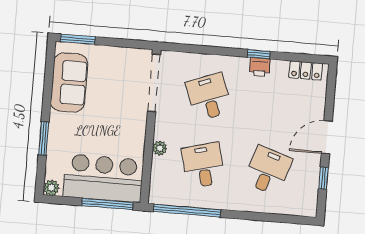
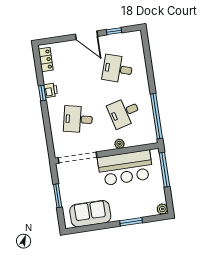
window: (78, 39) -> (58, 196), moved
desk: (209, 97) -> (78, 119), turned 33
bar counter: (103, 178) -> (125, 168), moved, turned -90

